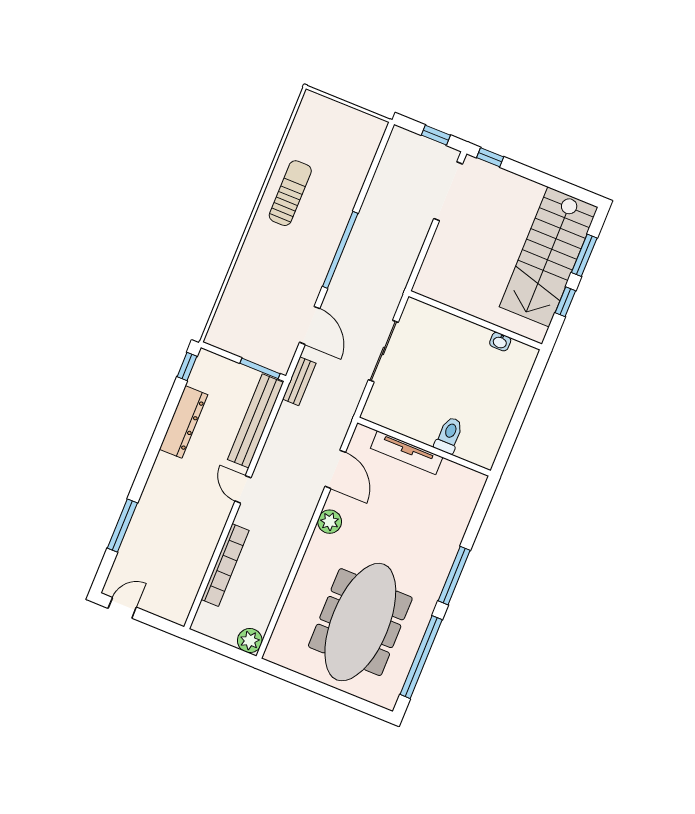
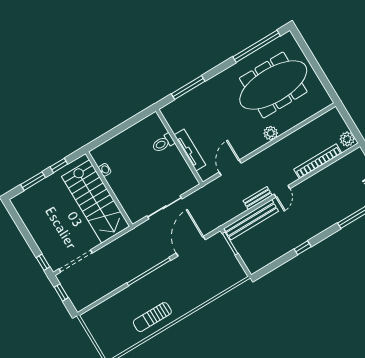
stairs: (549, 257) -> (96, 201), moved, turned 90
door: (310, 325) -> (191, 246), width x1.36
window: (187, 366) -> (303, 248), moved
bench: (299, 381) -> (258, 198), moved
dresser: (183, 422) -> (286, 245), removed
plant: (330, 522) -> (271, 133), moved
window: (454, 576) -> (188, 88), moved
plant: (250, 641) -> (347, 139), moved

